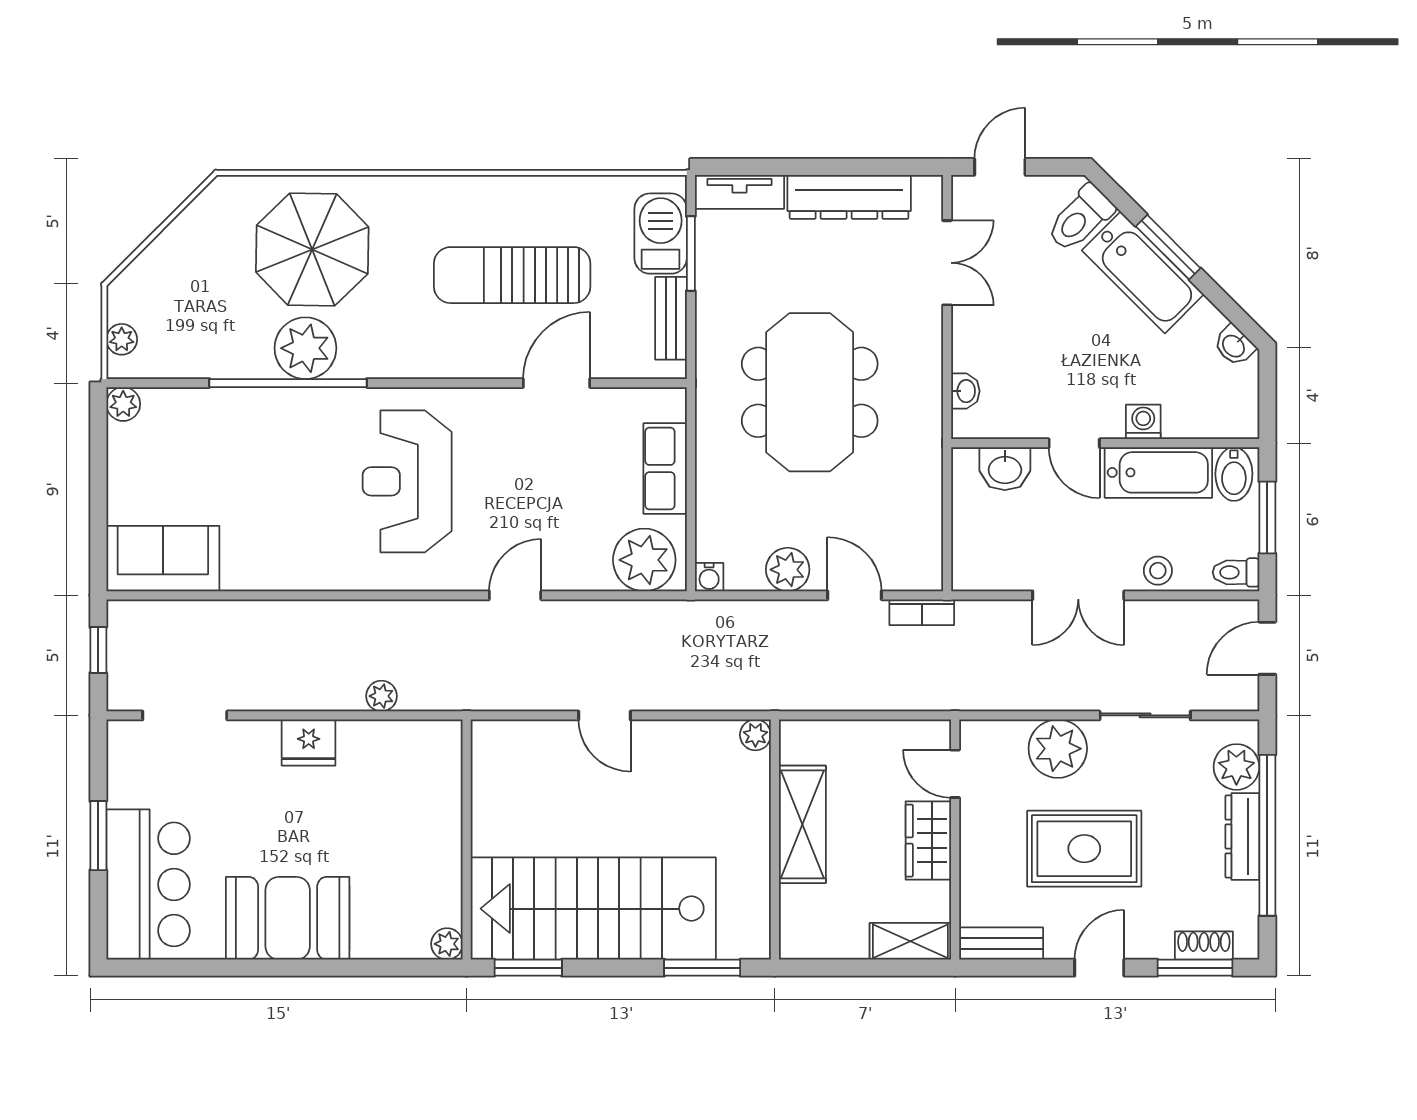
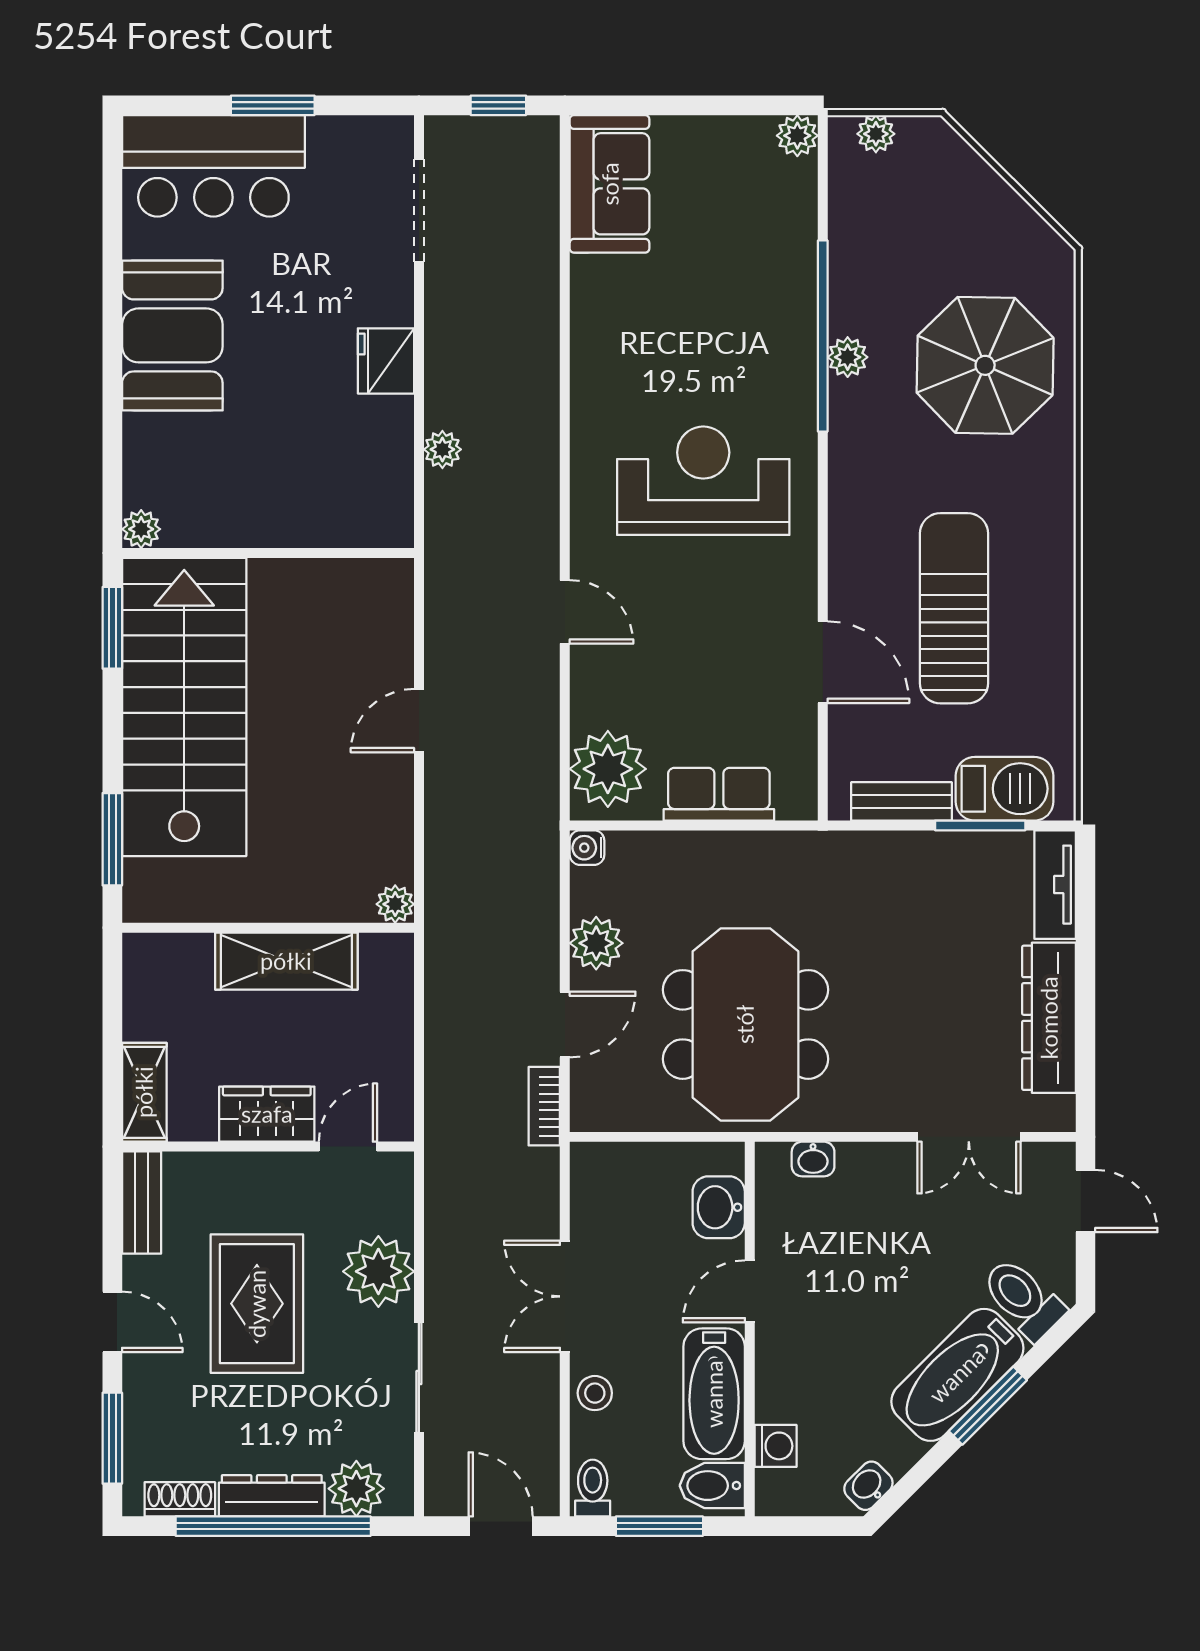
plant: (305, 348) -> (848, 357), width x0.53, depth x0.53
meeting table: (810, 392) -> (745, 1024), moved, turned 90
washing machine: (1143, 422) -> (776, 1446), moved
shoe rack: (1204, 946) -> (180, 1499), moved, turned -90

